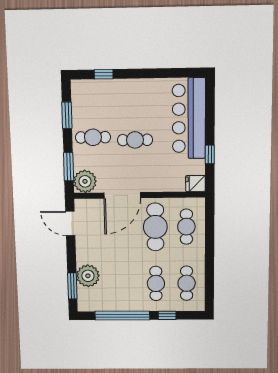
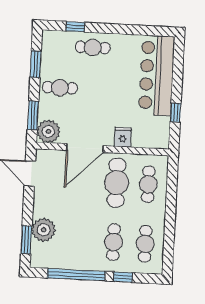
cafe table: (135, 140) -> (93, 47), moved
fridge: (195, 183) -> (123, 137), moved, turned 90

